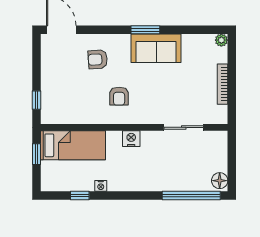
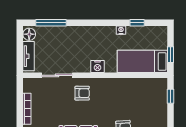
armchair: (119, 96) -> (82, 93), moved, turned 90
tv unit: (220, 152) -> (29, 56), added
window: (191, 196) -> (51, 23), width x0.68

